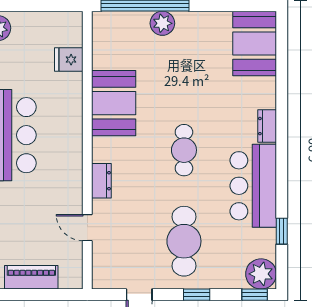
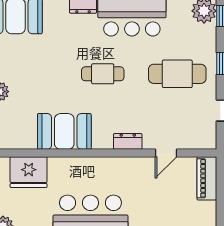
fridge: (69, 60) -> (29, 172), width x1.88, depth x1.34
piano: (31, 277) -> (207, 178), moved

